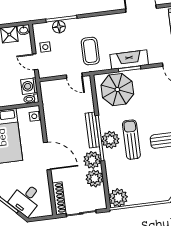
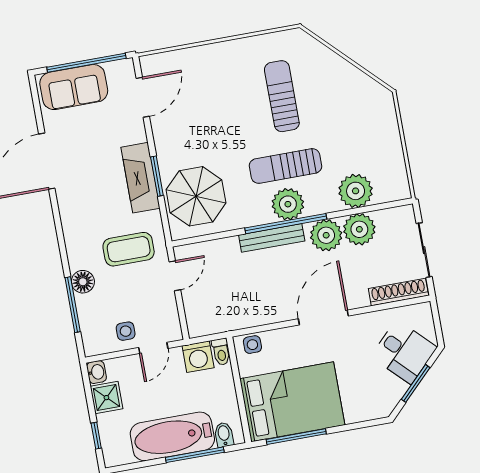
floor lamp: (59, 27) -> (83, 282), moved
plant: (118, 198) -> (356, 191), moved

